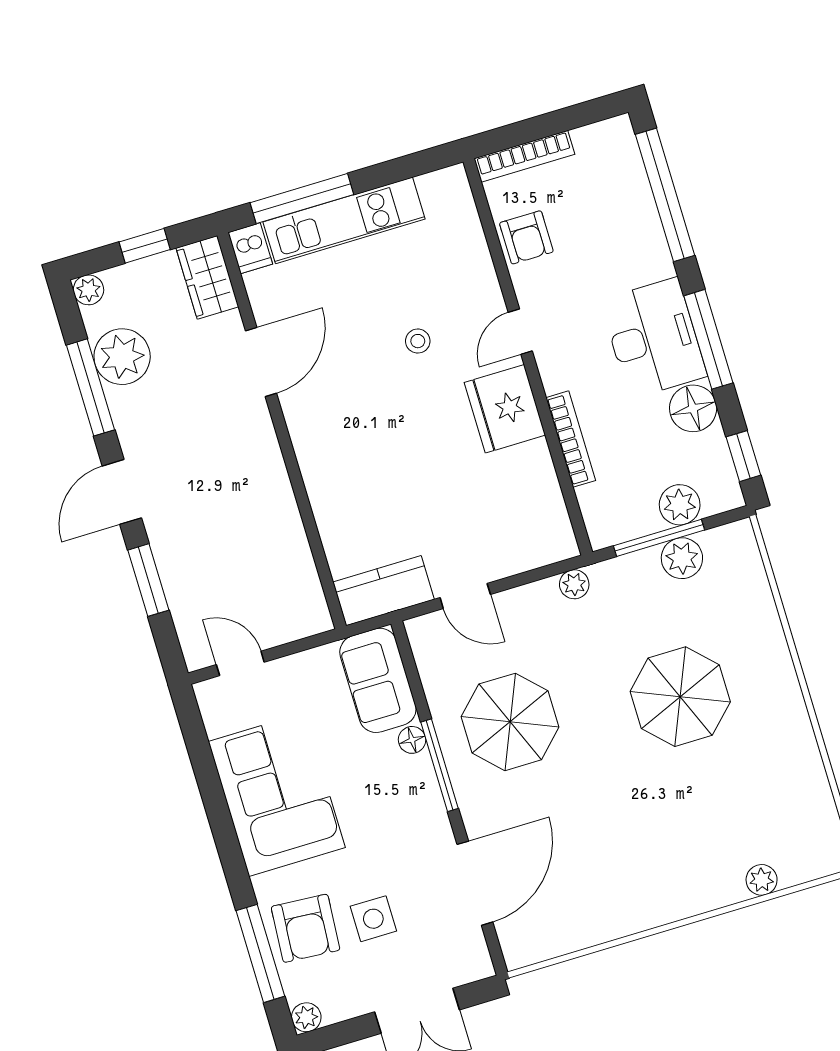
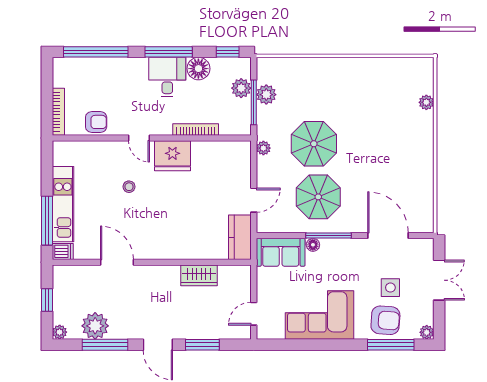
wardrobe: (207, 277) -> (199, 275), moved
desk: (654, 338) -> (167, 77), width x0.73
parasol: (680, 697) -> (314, 144), moved

